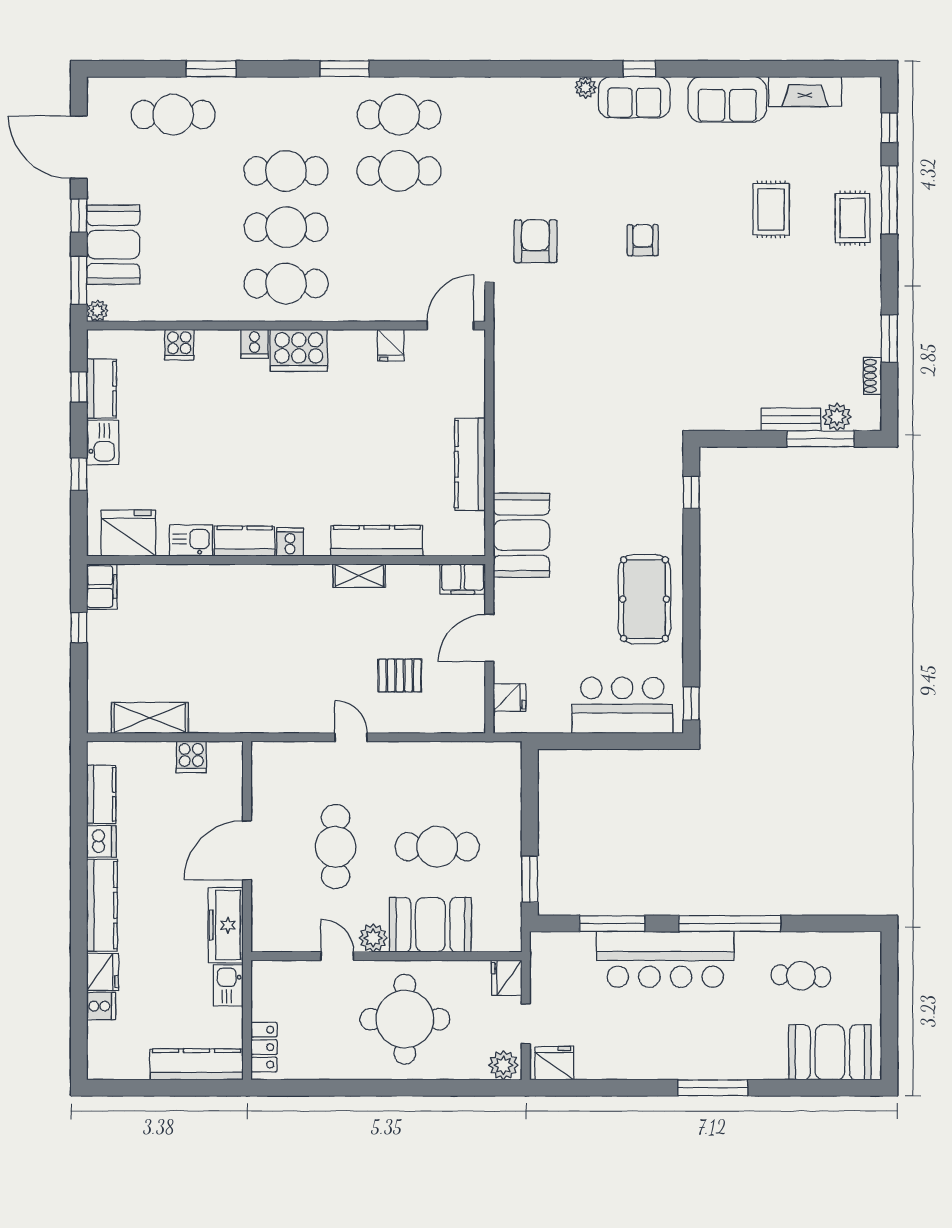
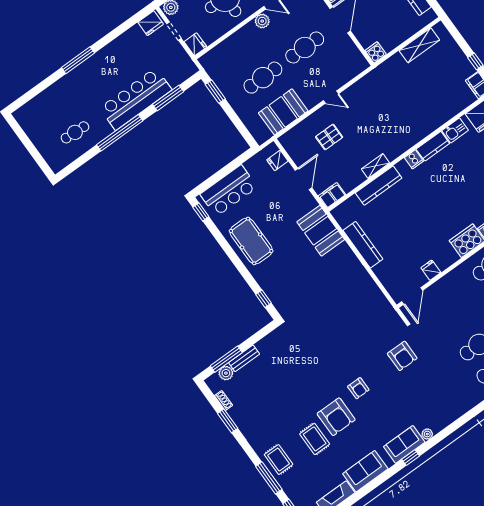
armchair: (711, 220) -> (336, 417), added
cooker: (191, 757) -> (376, 52), moved
cafe table: (336, 847) -> (305, 47), turned 90
booth: (430, 925) -> (283, 112), moved
booth: (830, 1052) -> (40, 110), removed

